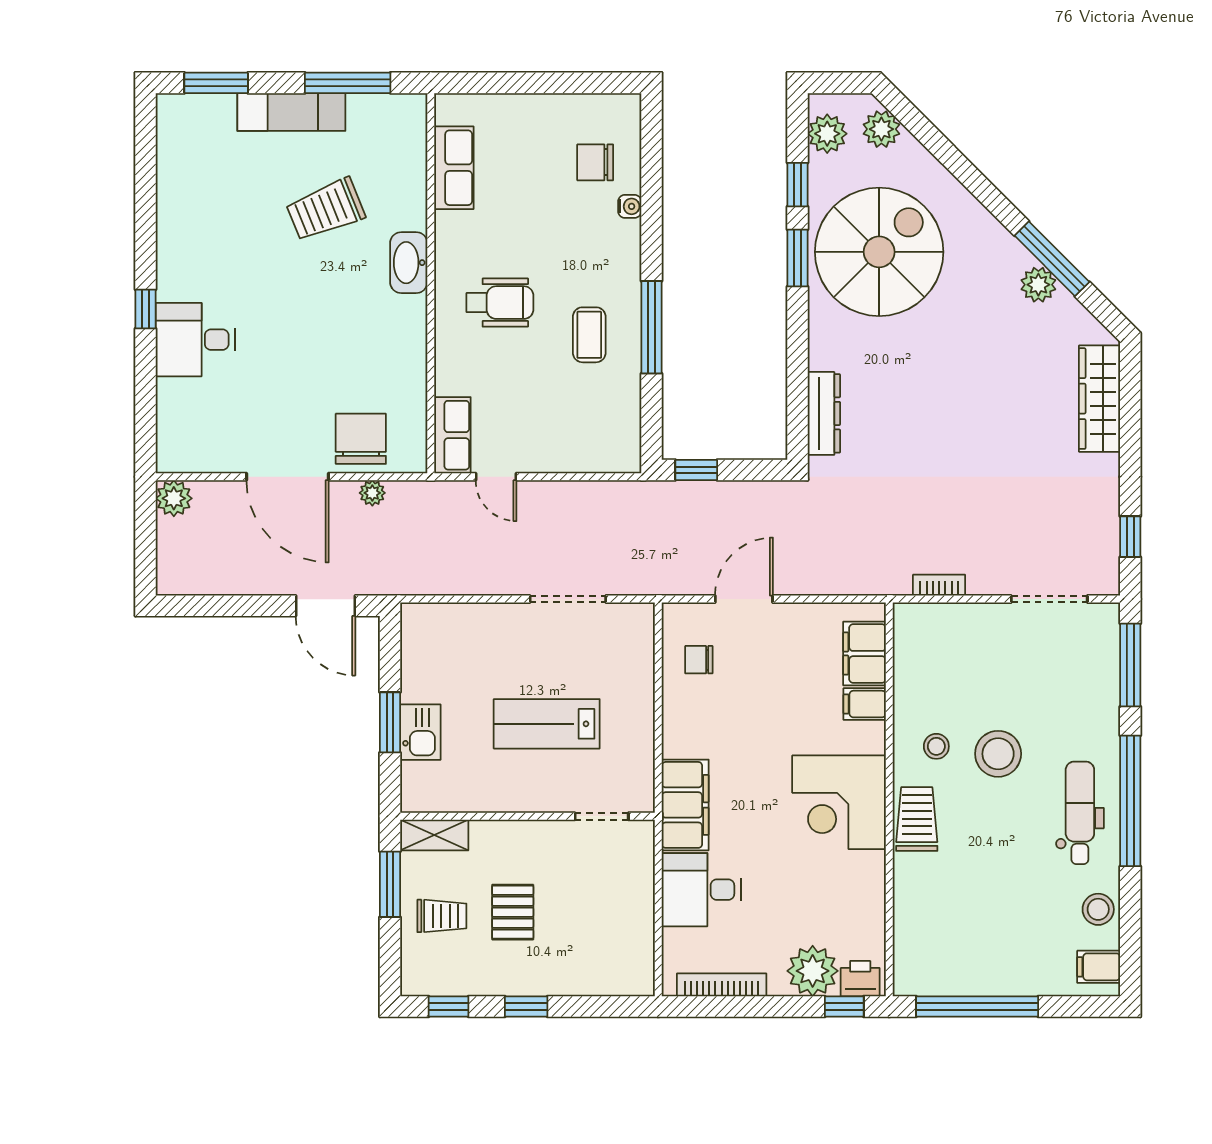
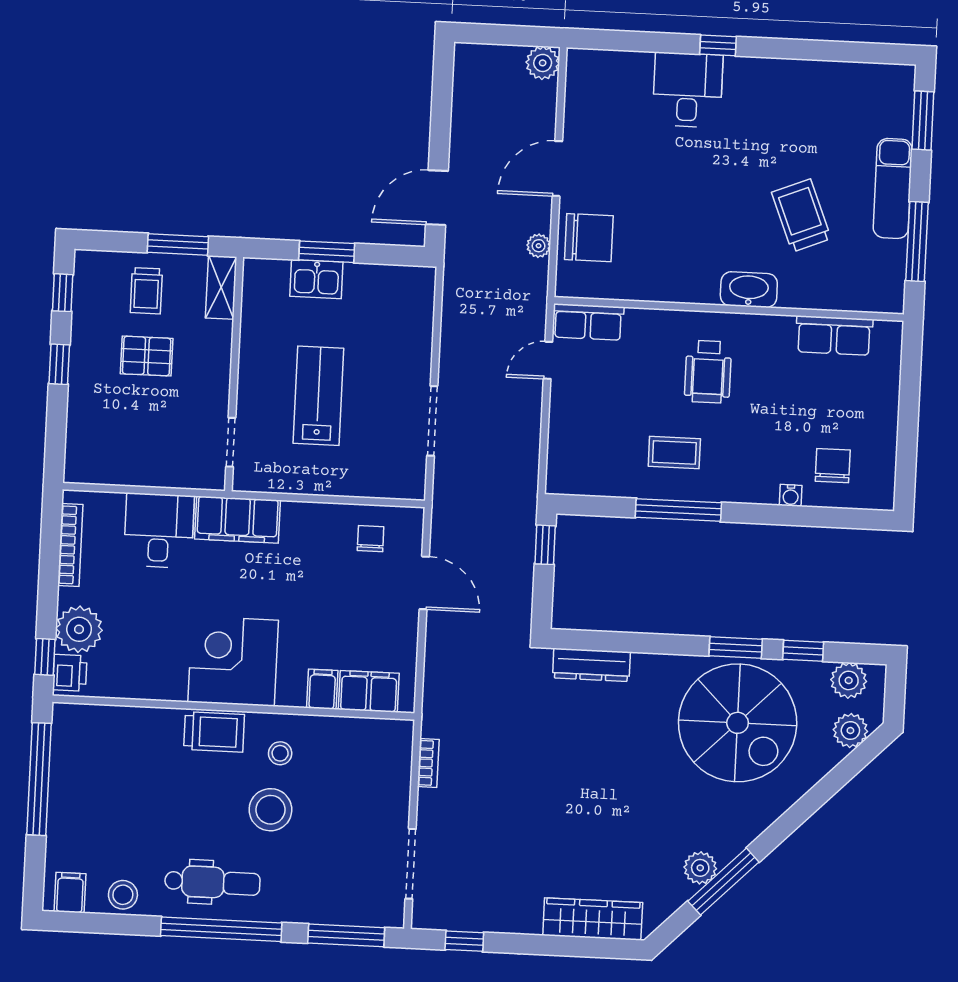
door: (288, 477) -> (557, 169), width x0.73

